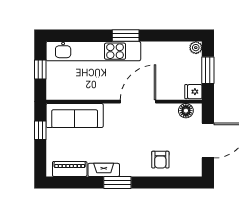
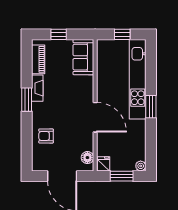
sofa: (75, 116) -> (83, 57), width x0.73
window: (40, 130) -> (59, 34), moved

